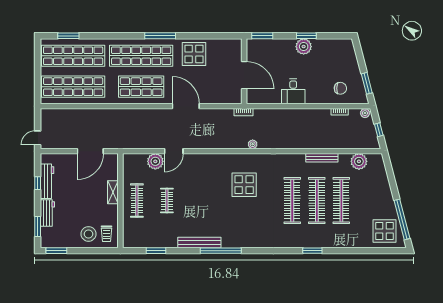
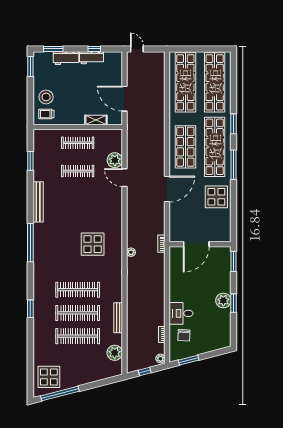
window: (68, 36) -> (234, 124), moved
desk: (293, 91) -> (181, 313), moved
workbench: (47, 181) -> (91, 58), width x0.73
shelving: (113, 192) -> (96, 120), moved
clothes rail: (167, 201) -> (78, 171), width x1.36
window: (221, 251) -> (30, 243), moved

